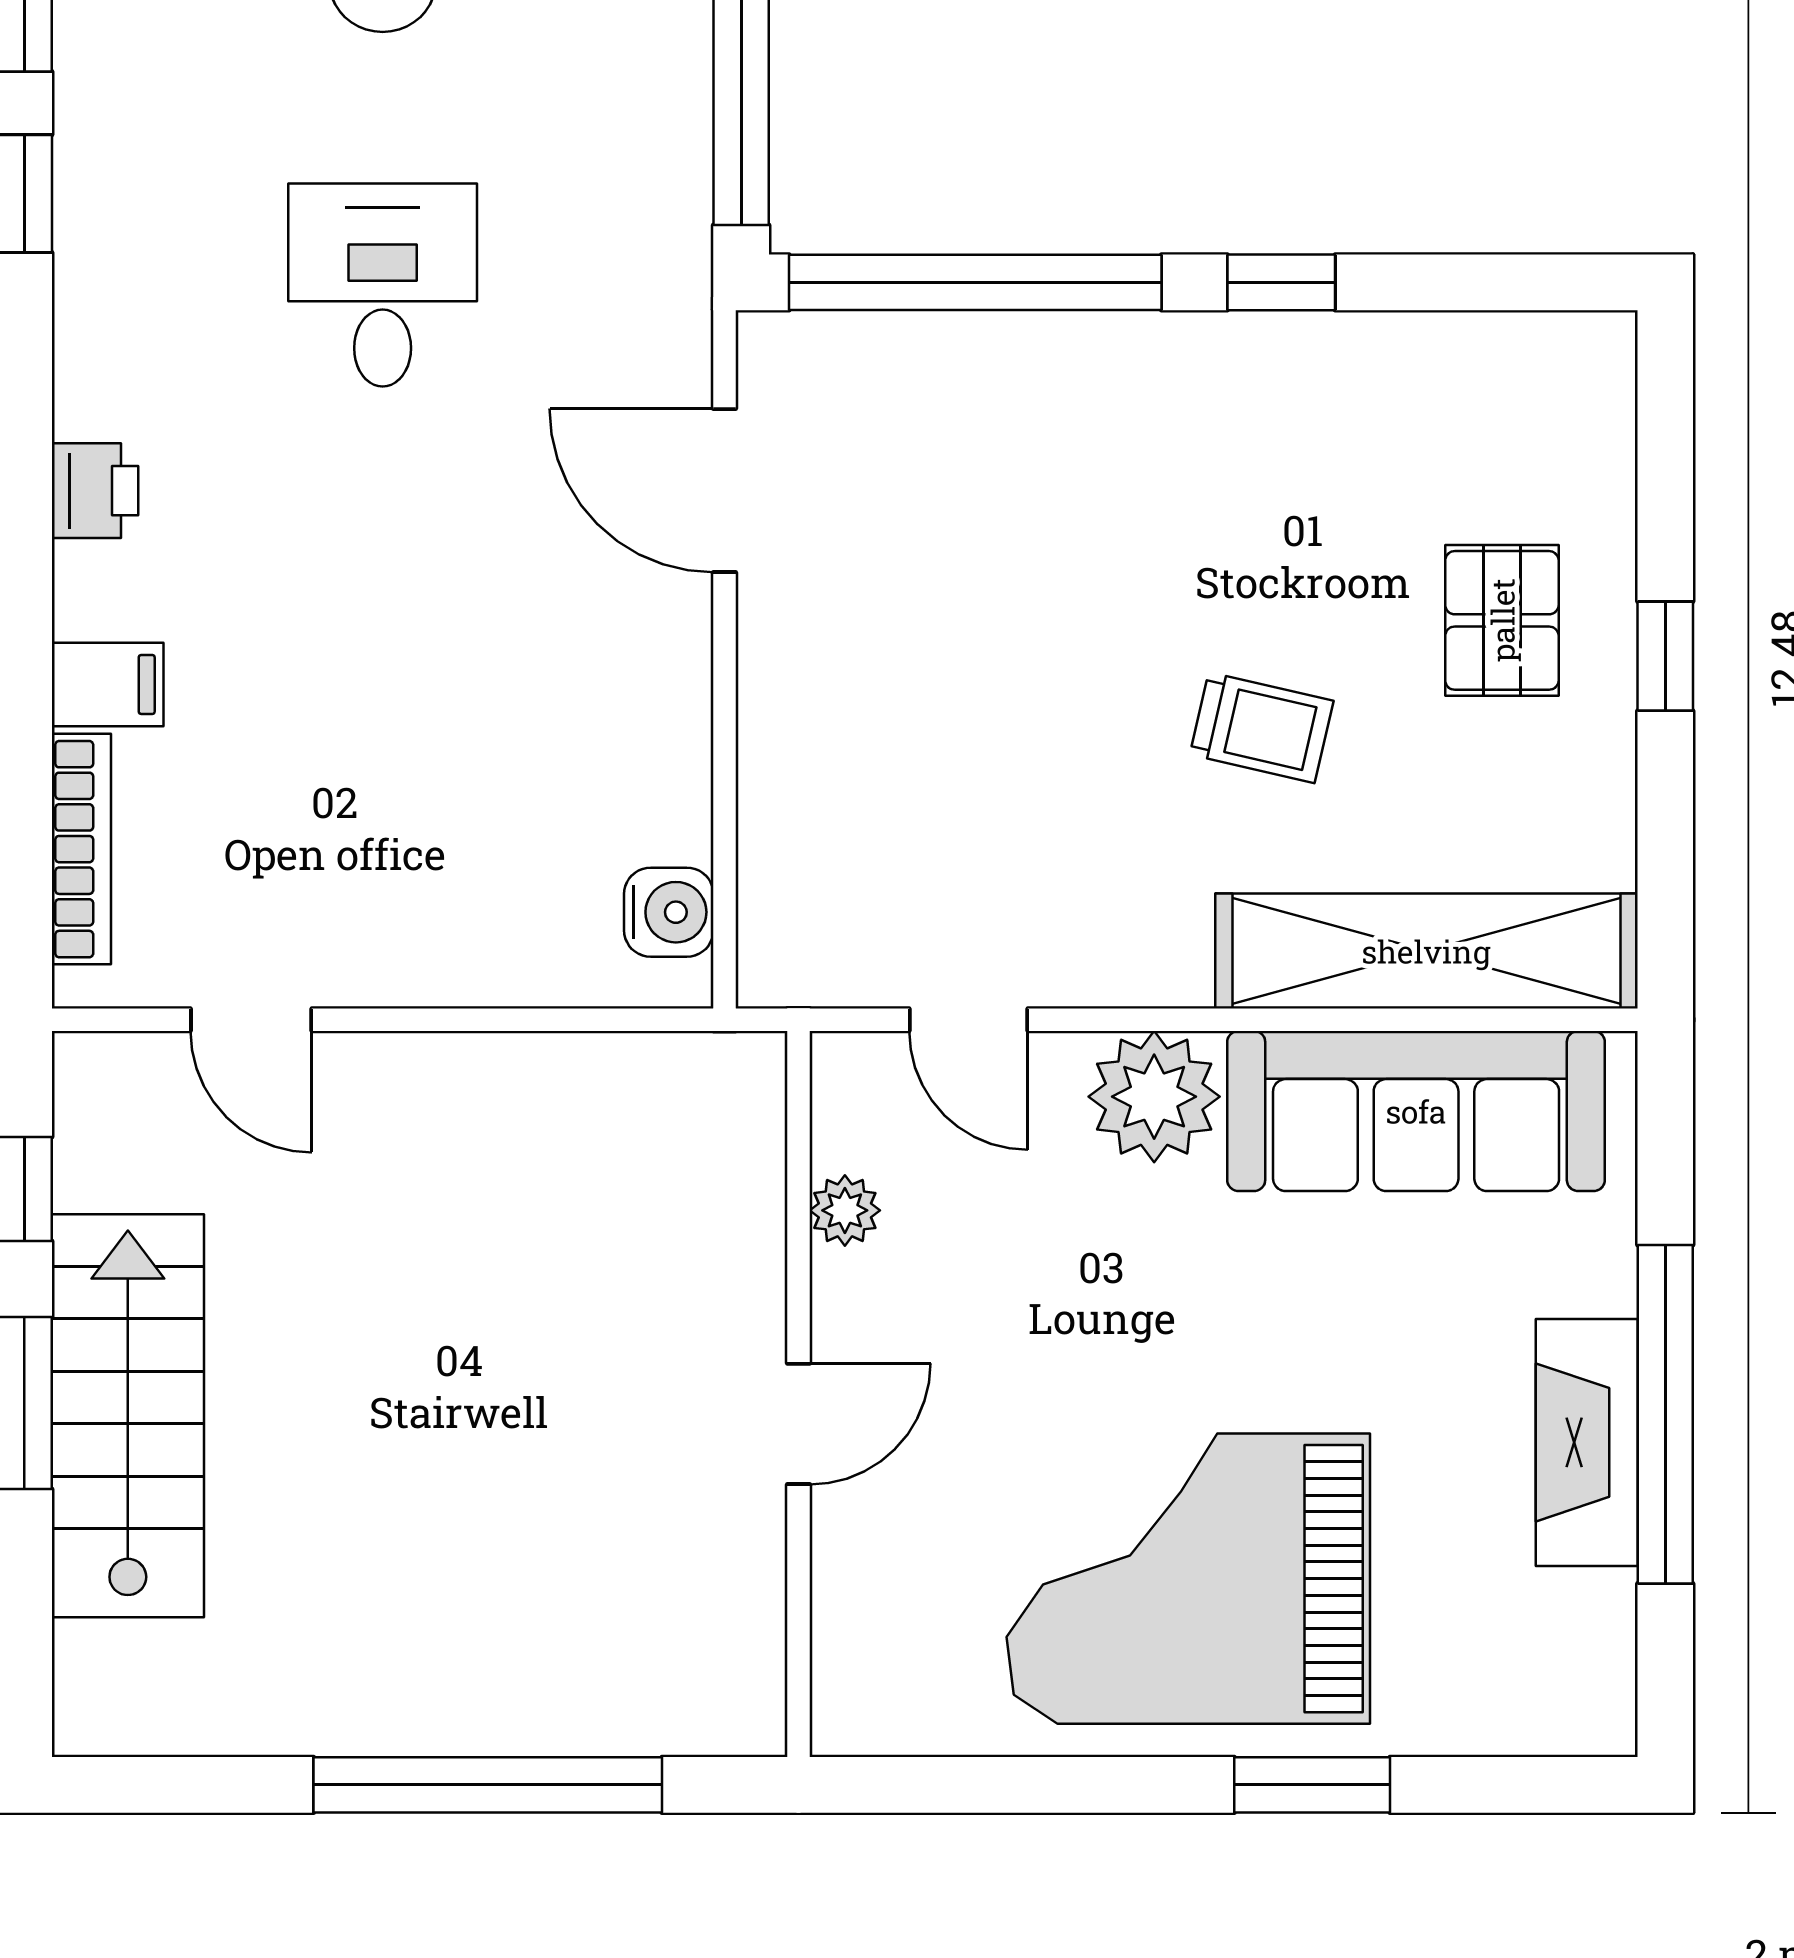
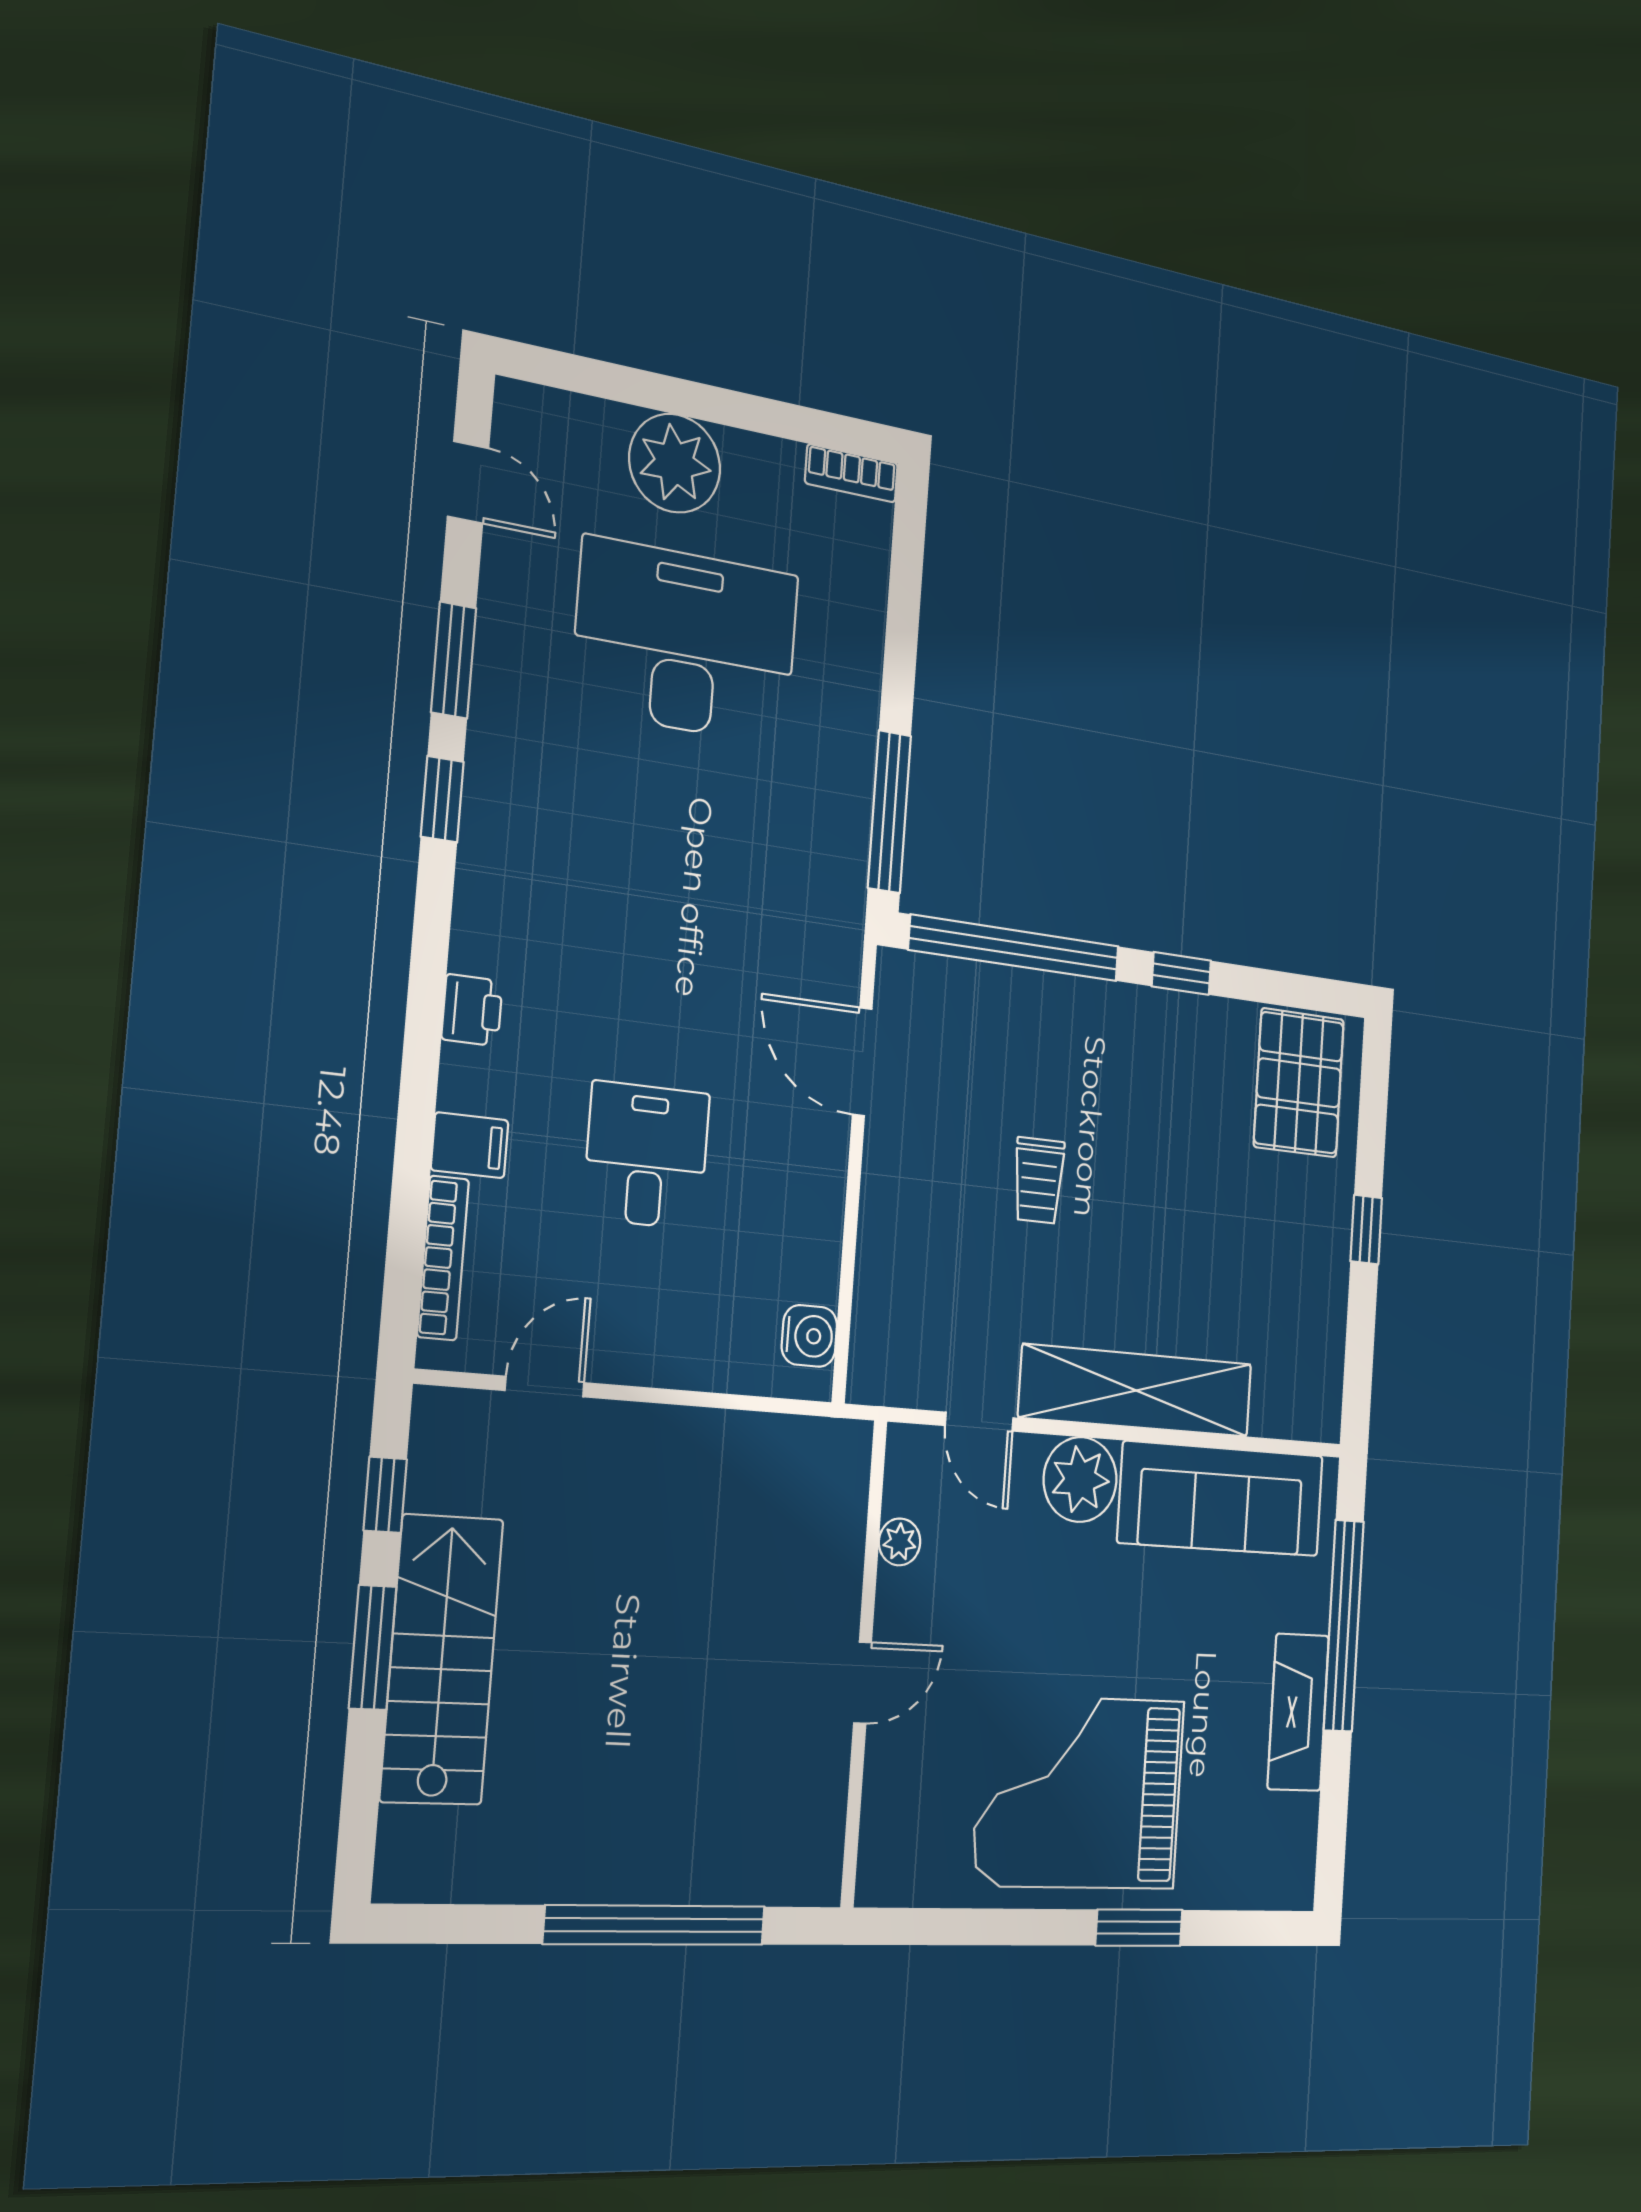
desk: (383, 285) -> (646, 1156), moved
pallet: (1502, 620) -> (1299, 1083), moved, width x1.50, depth x1.42
trolley: (1262, 728) -> (1039, 1180), moved, turned 77
shelving: (1426, 951) -> (1136, 1391), moved
door: (251, 1020) -> (545, 1387), swing flipped
window: (1665, 1414) -> (1344, 1626), moved

